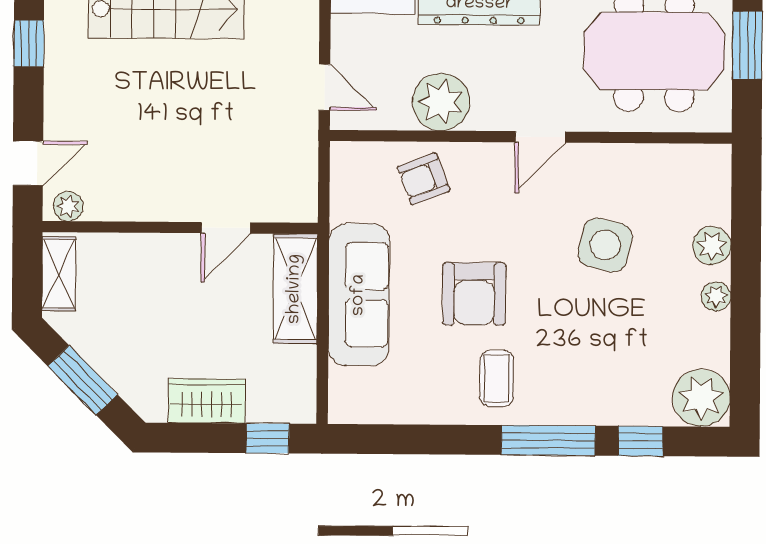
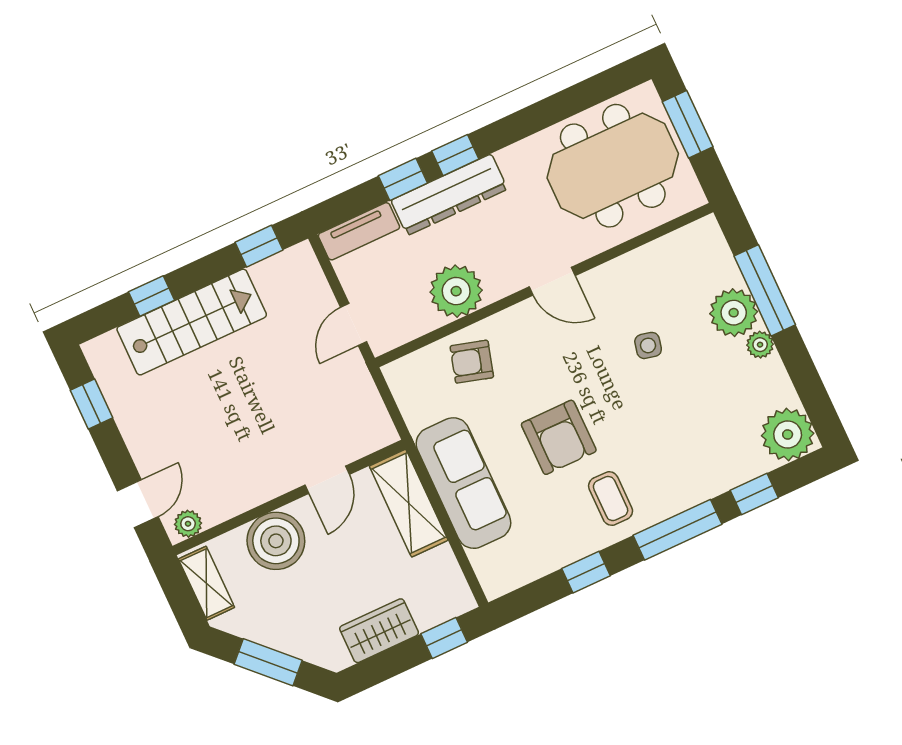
door: (324, 87) -> (354, 325), swing flipped
door: (540, 137) -> (552, 281), hinge flipped
armchair: (424, 179) -> (472, 362), turned 37
side table: (605, 245) -> (648, 345), width x0.54, depth x0.54
window: (746, 245) -> (765, 290), added
plant: (712, 246) -> (734, 313), width x1.36, depth x1.36
boiler: (147, 264) -> (276, 541), added
window: (438, 440) -> (586, 572), added

